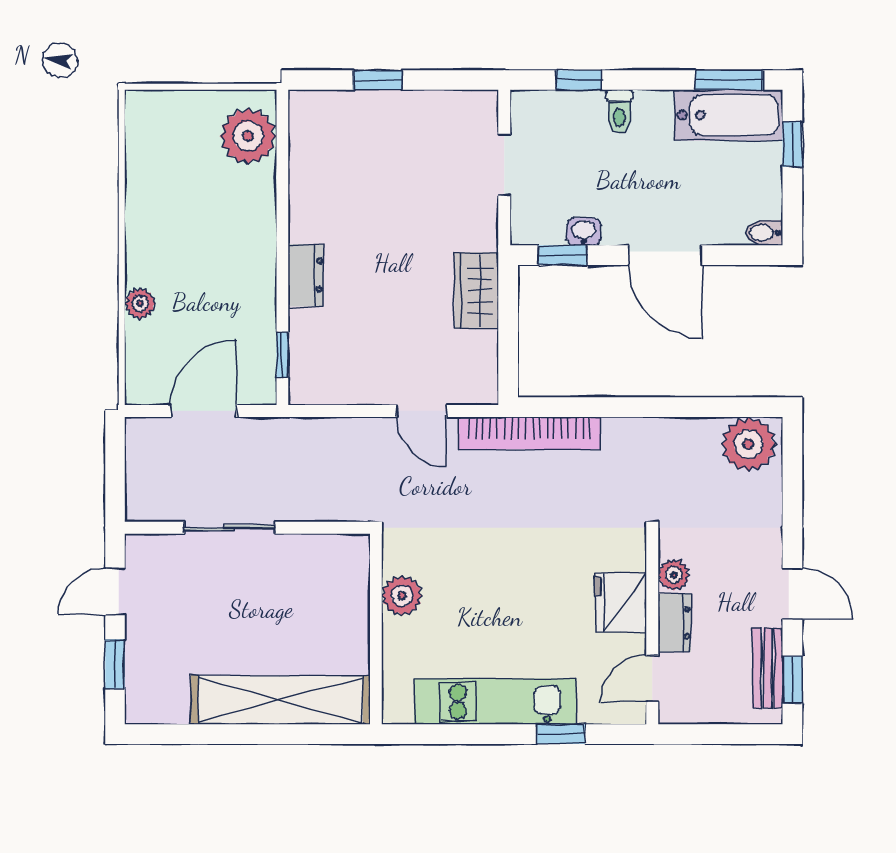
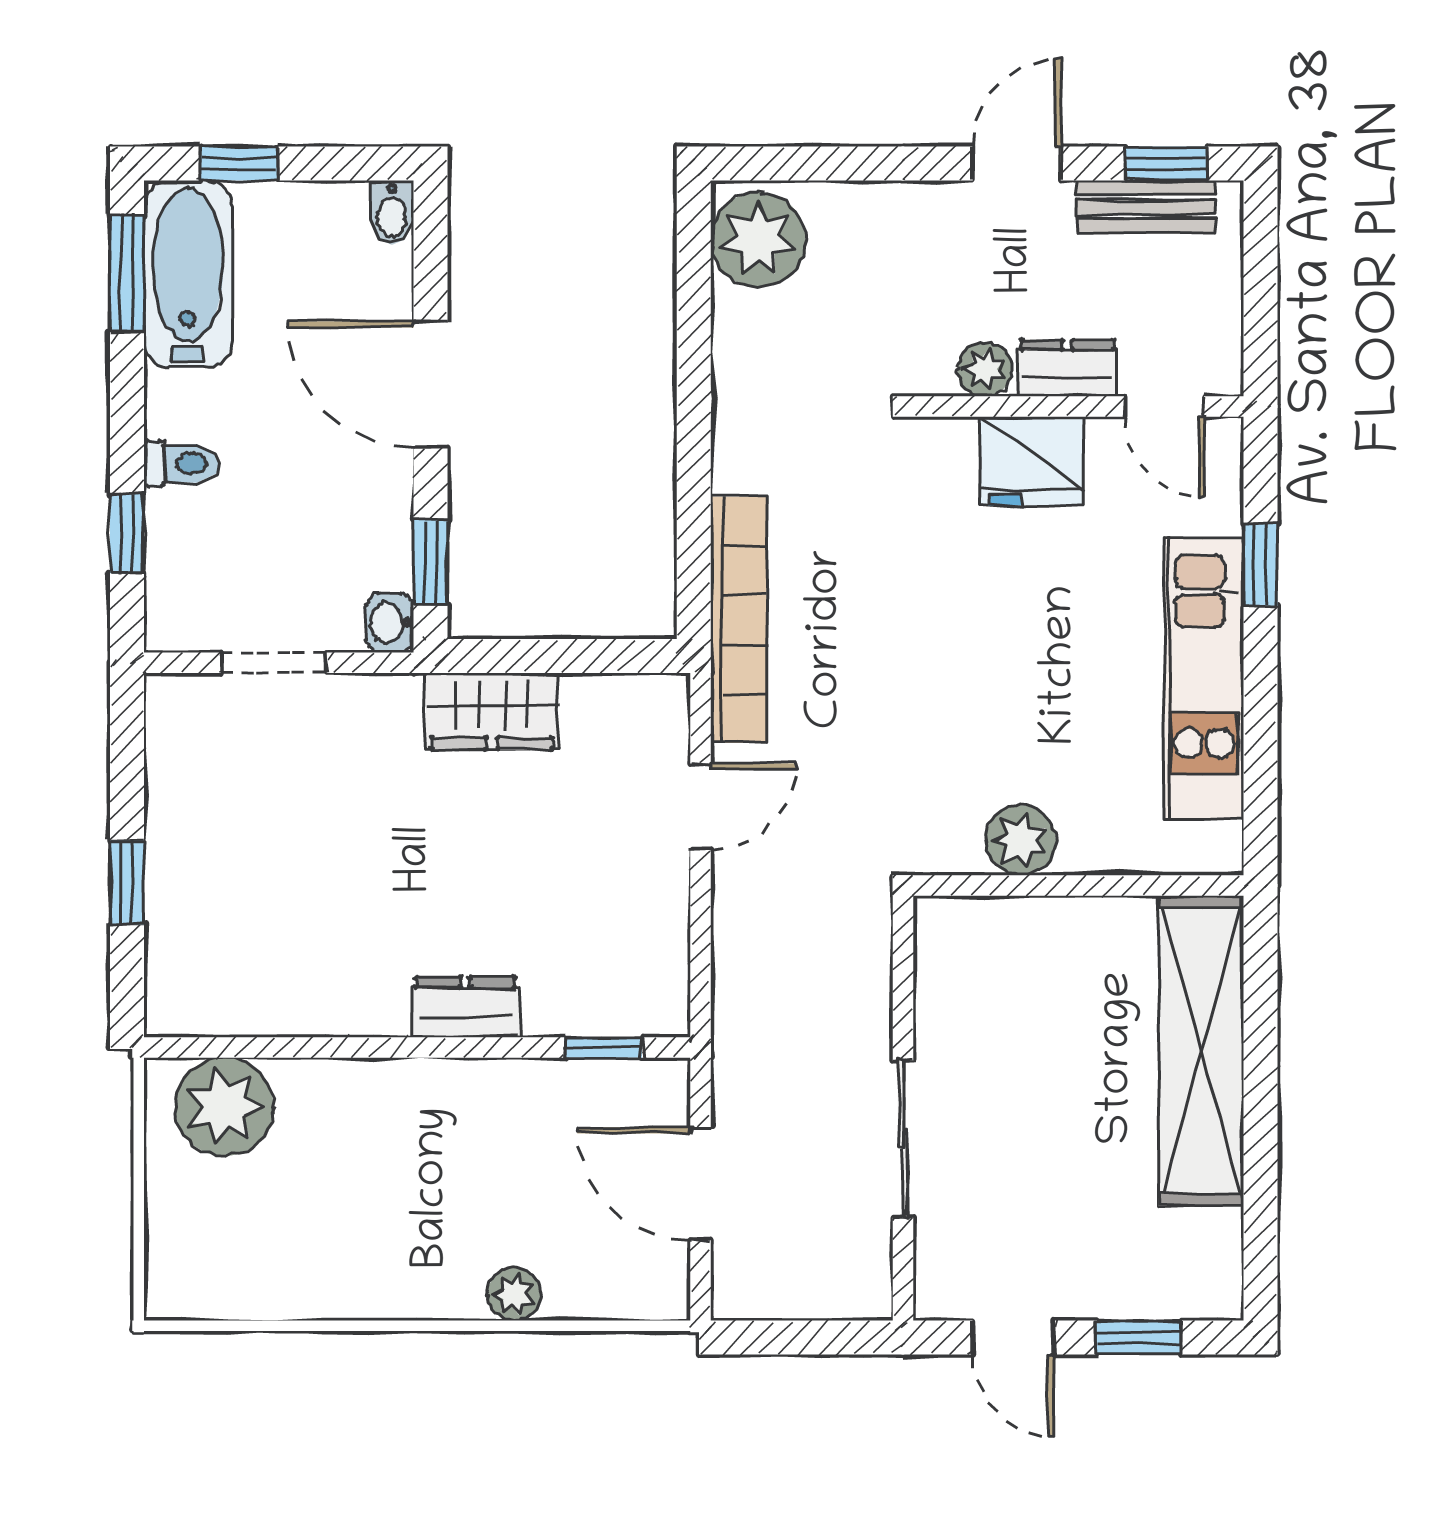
washbasin: (584, 232) -> (390, 623), moved
door: (665, 255) -> (431, 384), swing flipped

